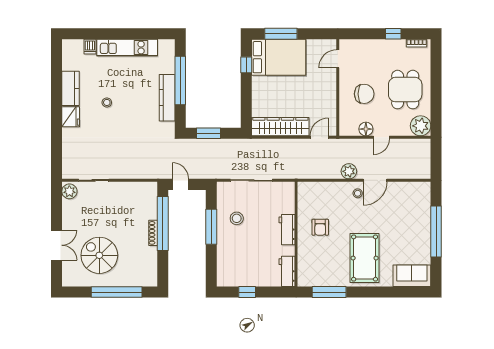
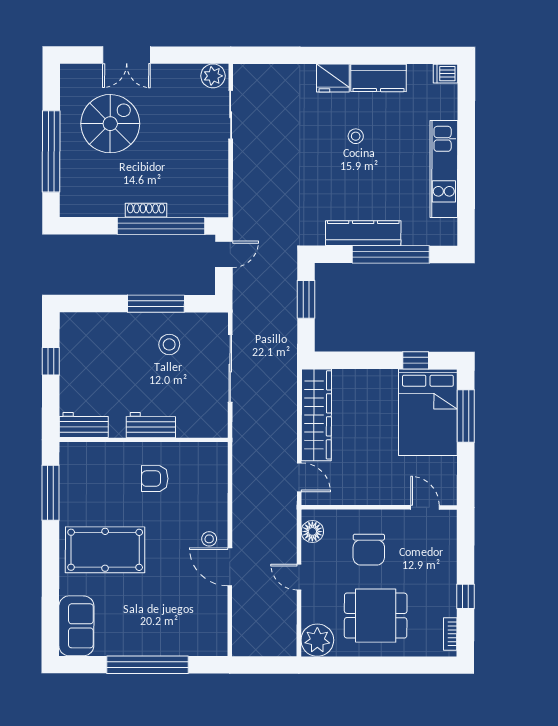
dishwasher: (90, 47) -> (446, 74), moved
floor lamp: (366, 129) -> (312, 531), moved
plant: (349, 171) -> (244, 525), removed

